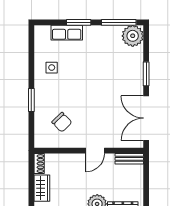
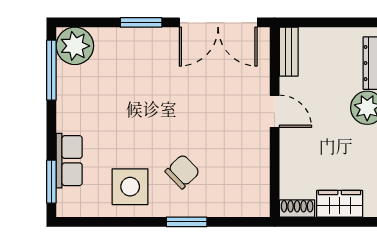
window: (79, 22) -> (51, 182), moved
side table: (52, 68) -> (130, 187), width x1.87, depth x1.87
chair: (62, 122) -> (182, 172), moved

